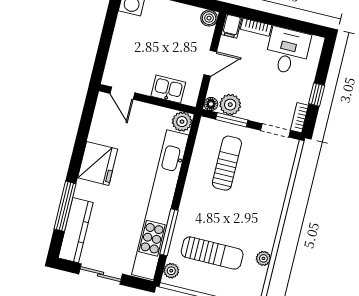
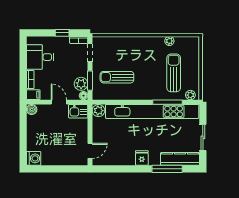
kitchen sink: (168, 89) -> (78, 111), moved, turned -90
fridge: (98, 163) -> (142, 158), width x0.53, depth x0.75

